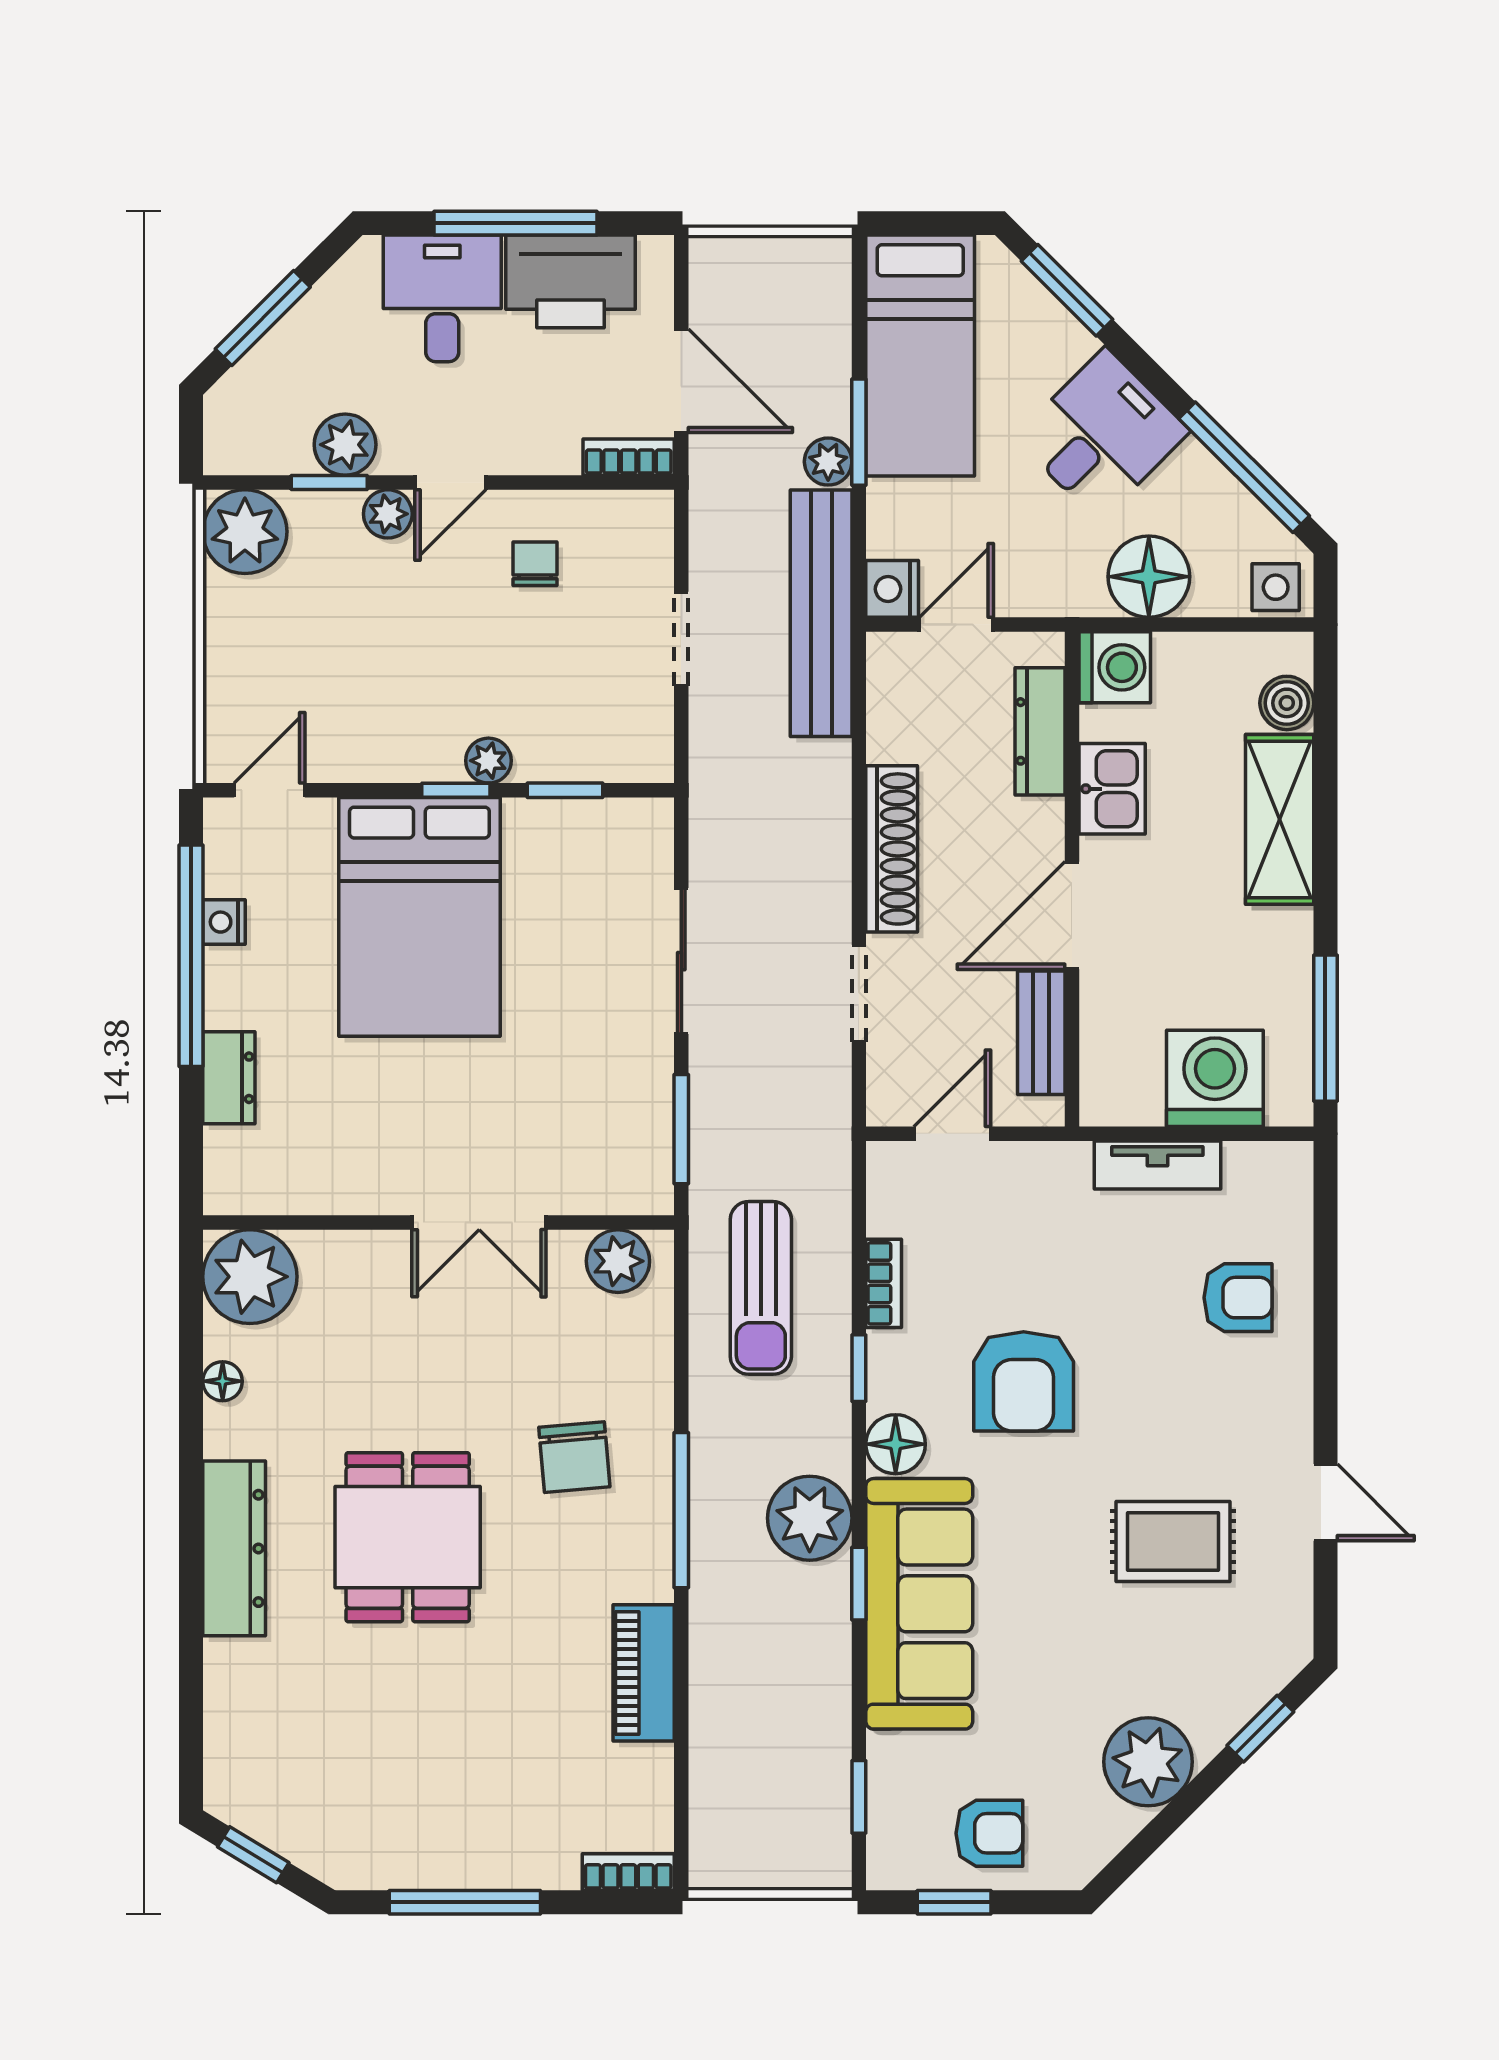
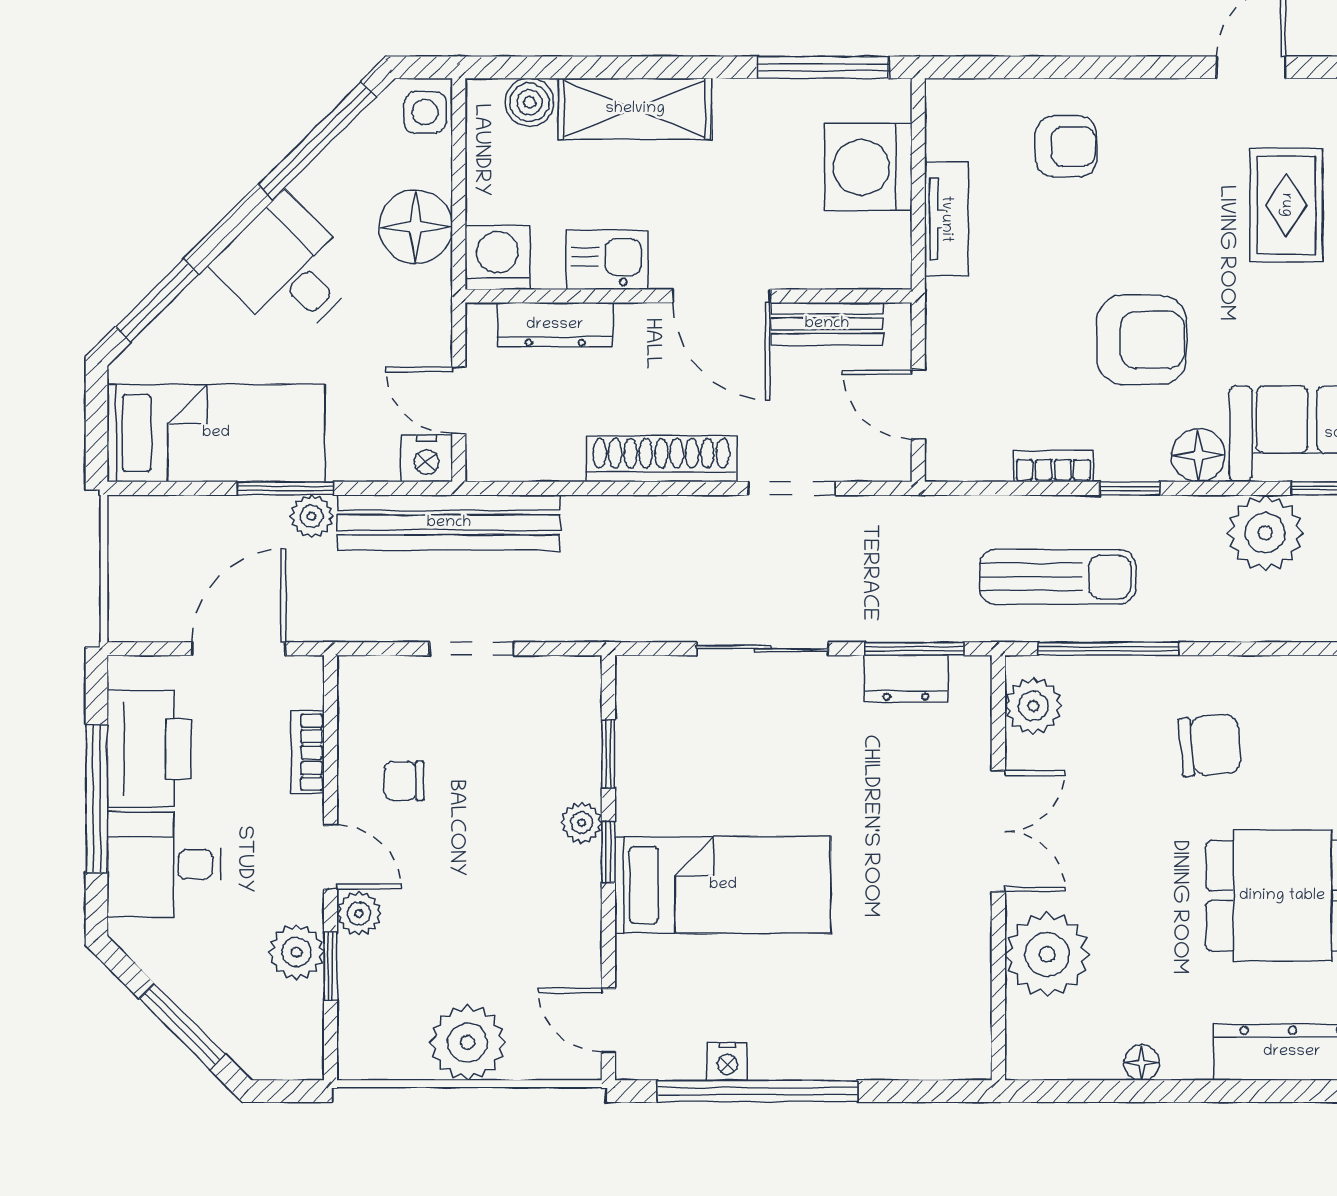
bookcase: (629, 457) -> (308, 752), moved
plant: (245, 532) -> (468, 1042), moved
bed: (419, 917) -> (723, 885), width x0.67
dresser: (229, 1078) -> (906, 679), moved, turned 180
plant: (250, 1277) -> (1047, 954), moved
armchair: (1238, 1298) -> (1066, 146), turned 90
window: (681, 1510) -> (1109, 649), moved

